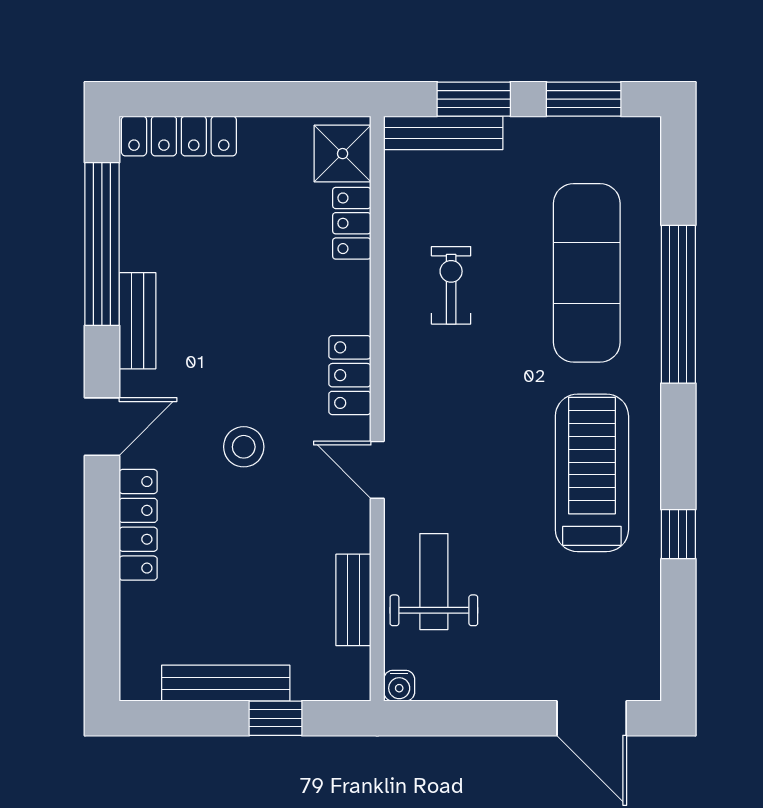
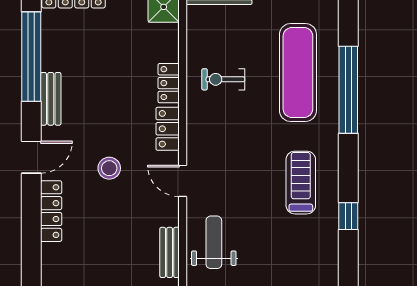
locker: (352, 223) -> (169, 83), moved
exercise bike: (451, 285) -> (223, 79), turned -90
treadmill: (592, 473) -> (301, 183), width x0.73, depth x0.73

